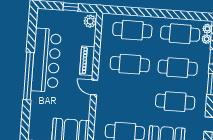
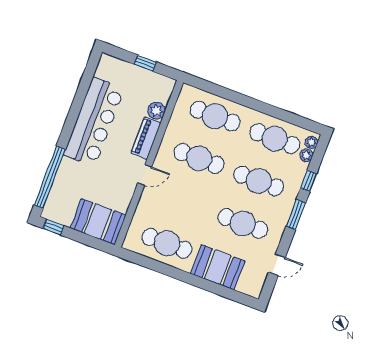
plant: (90, 21) -> (156, 111), moved
window: (29, 76) -> (50, 177), moved
door: (94, 88) -> (145, 175), swing flipped

